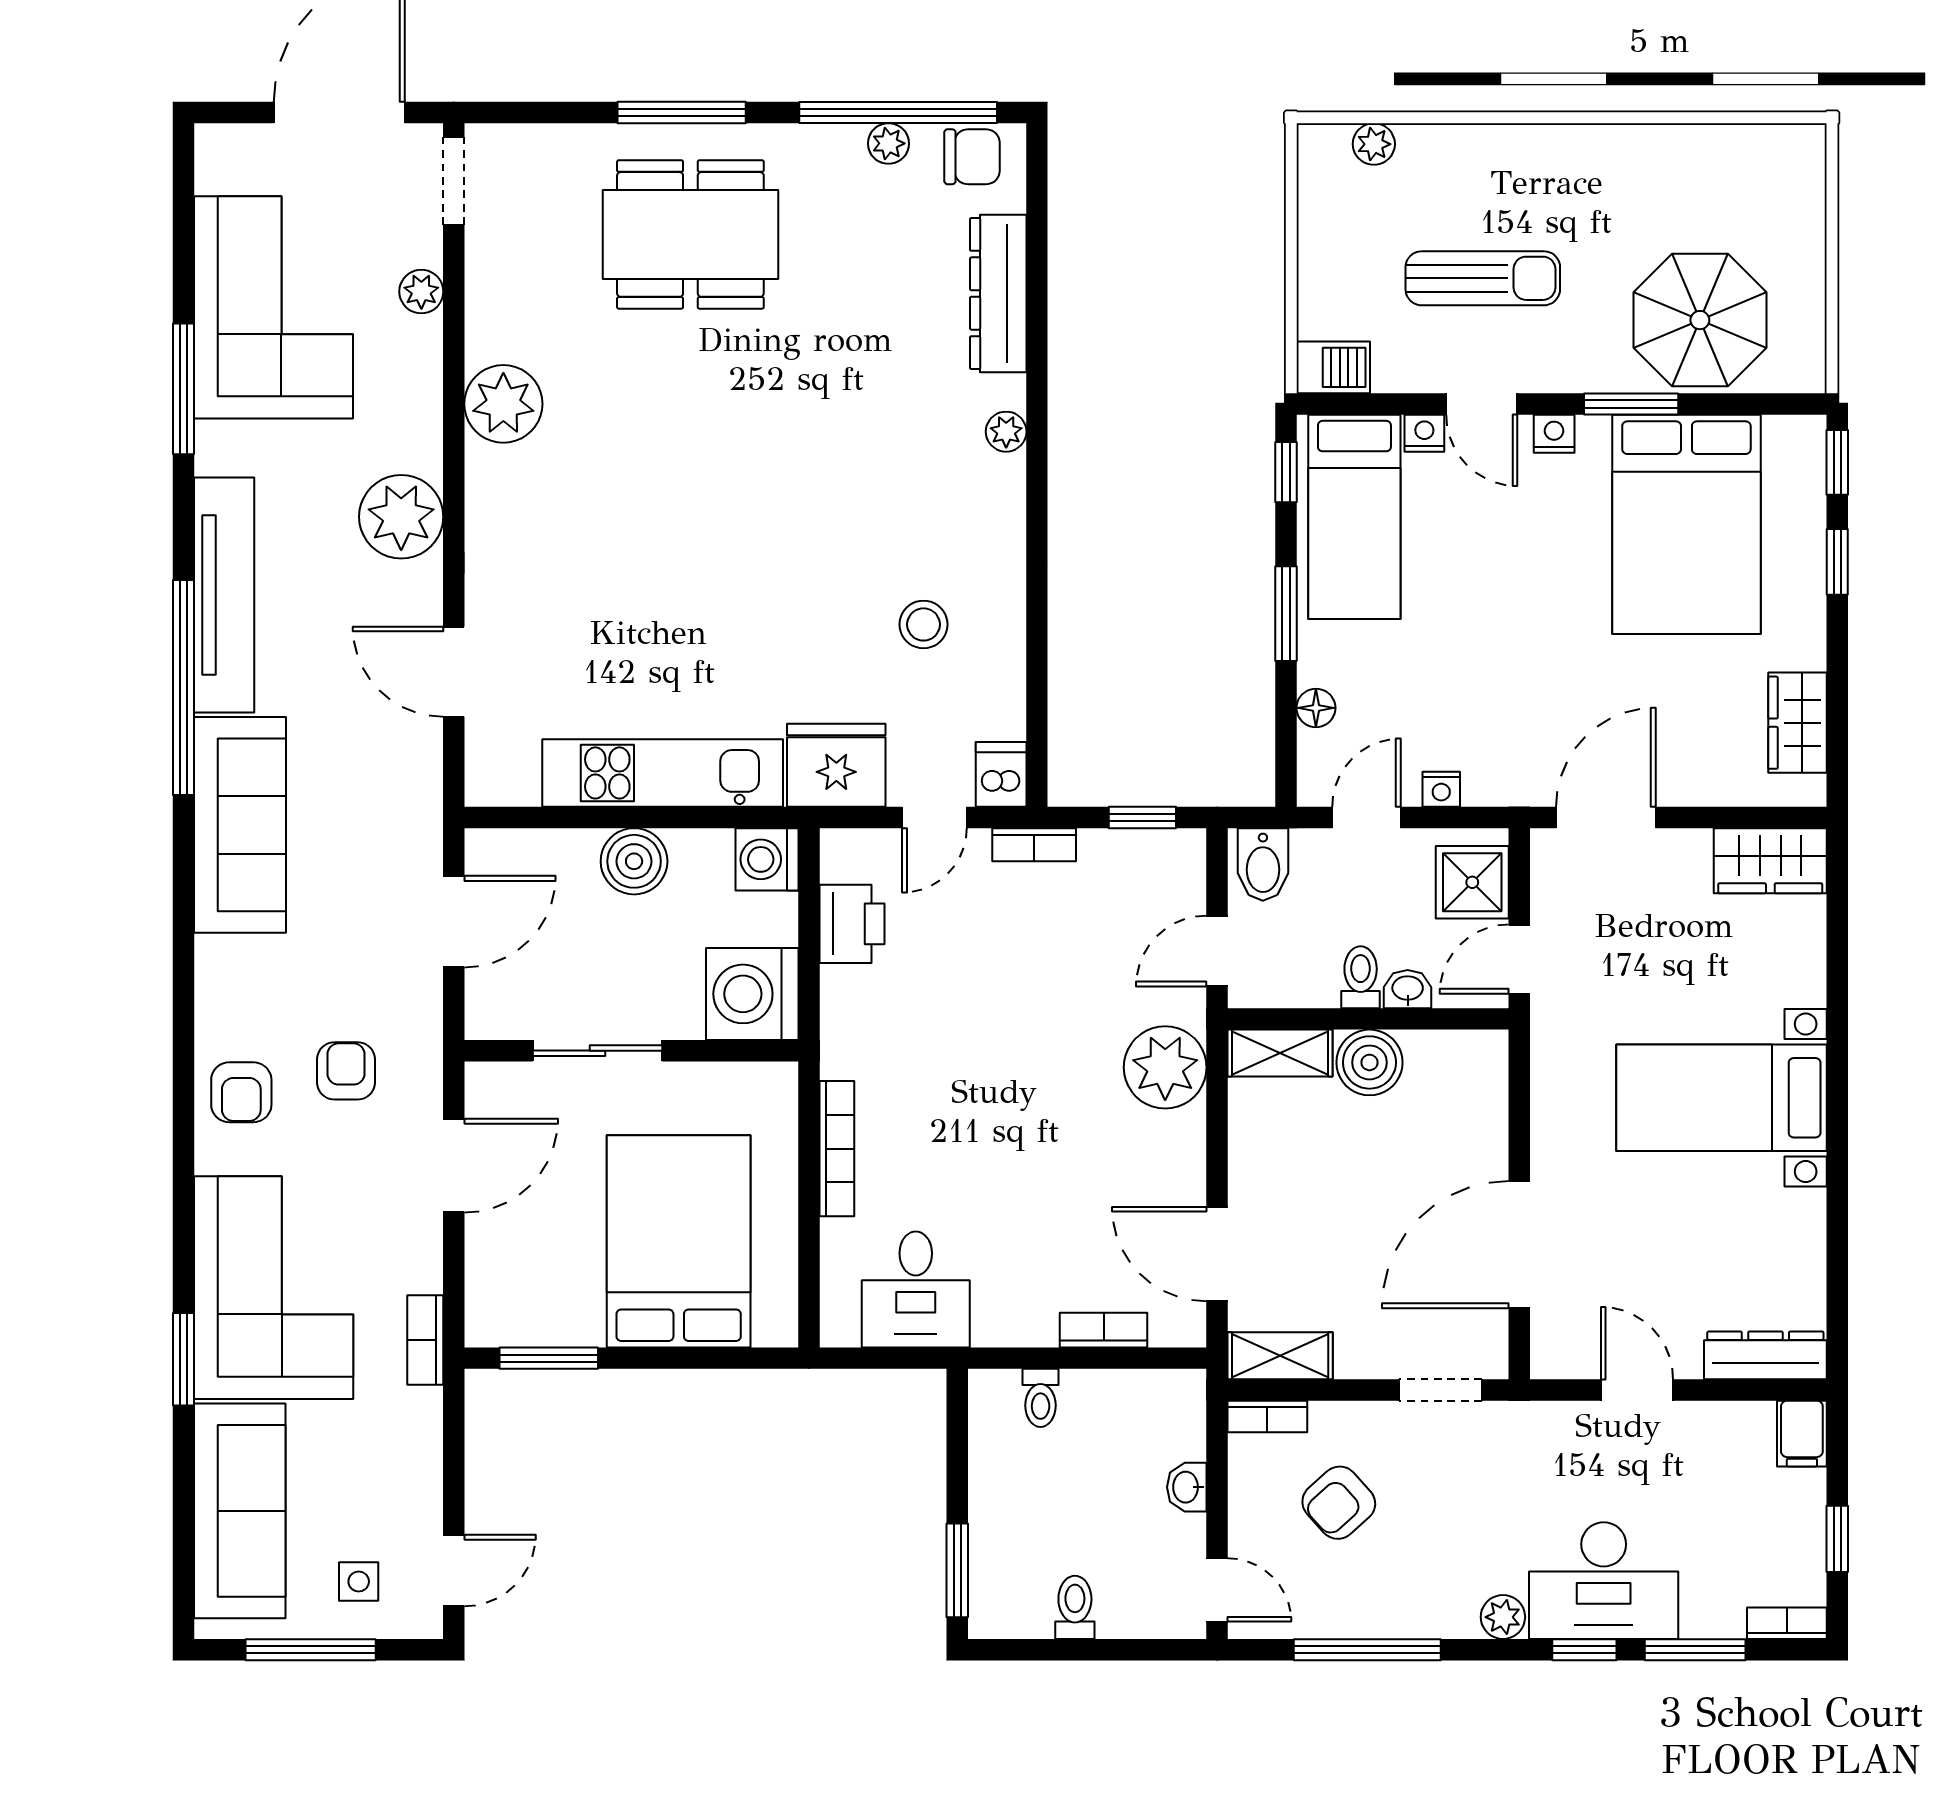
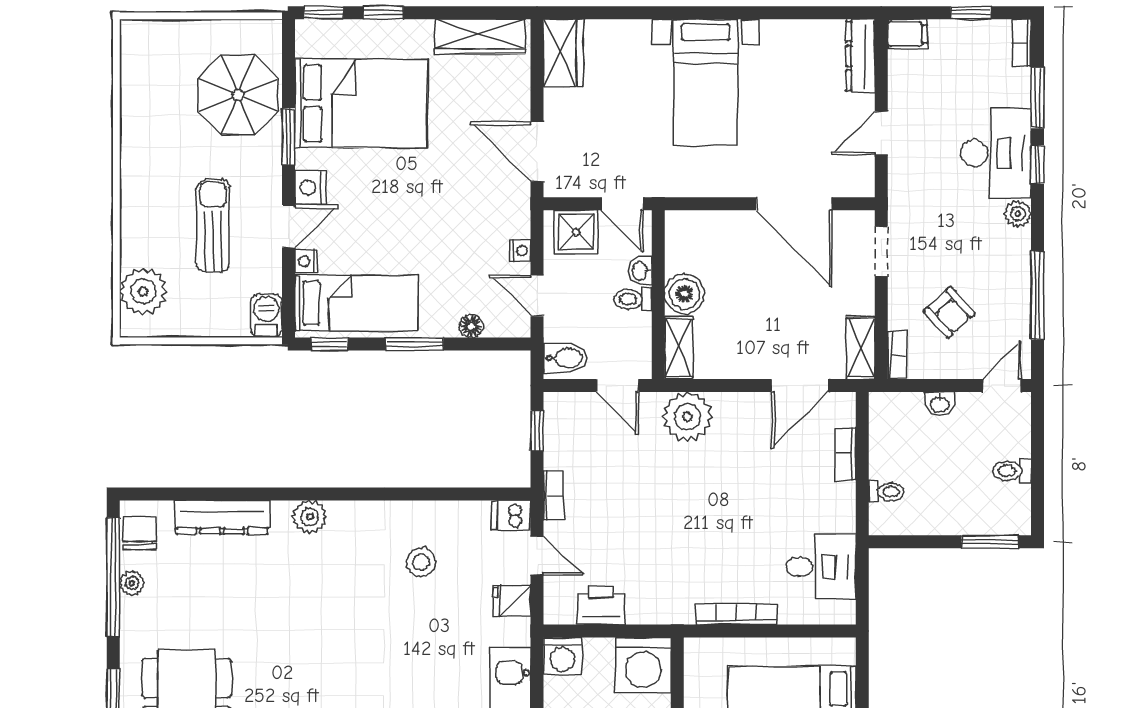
plant: (1374, 144) -> (143, 291), width x1.88, depth x1.88
plant: (1006, 432) -> (310, 517), width x1.38, depth x1.38
nightstand: (1554, 434) -> (310, 188), width x1.39, depth x1.35
wardrobe: (1798, 723) -> (480, 37), width x1.50
fridge: (836, 765) -> (512, 601), width x0.53, depth x0.75

